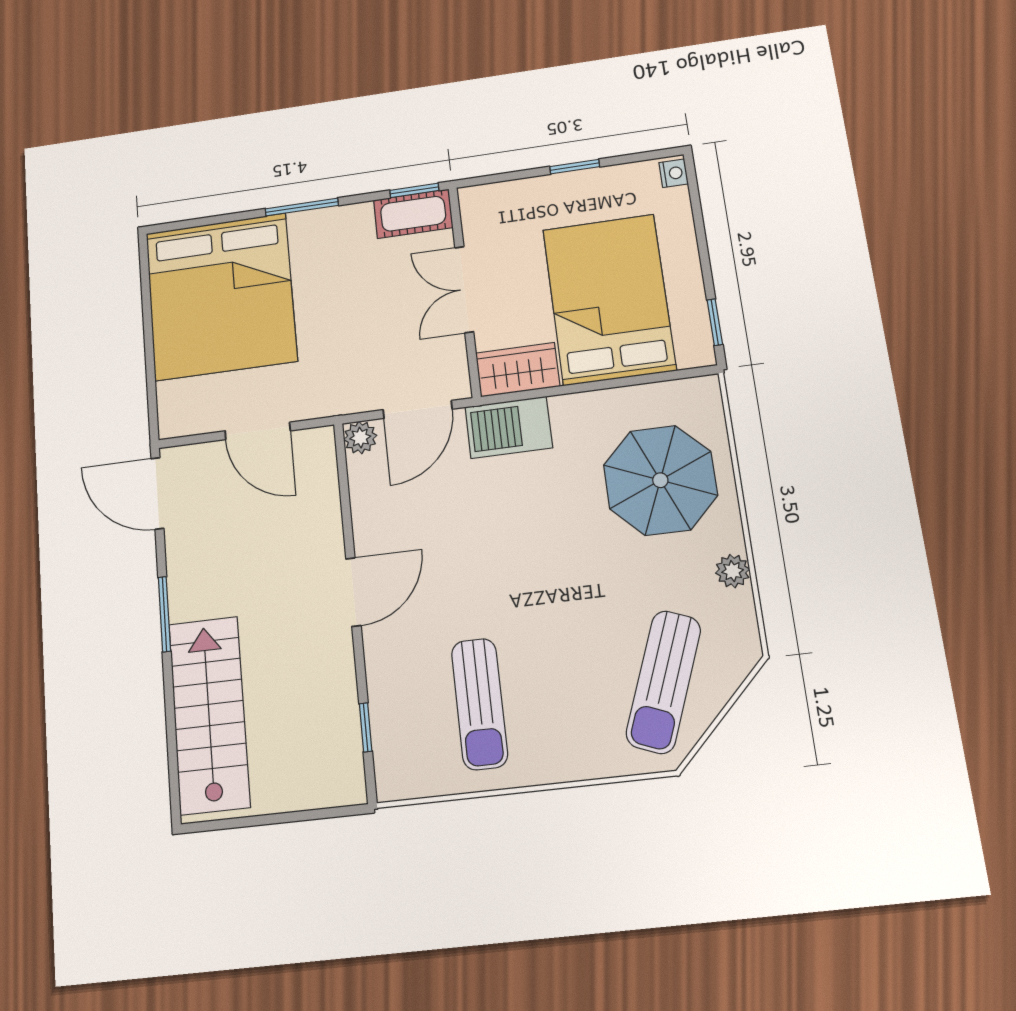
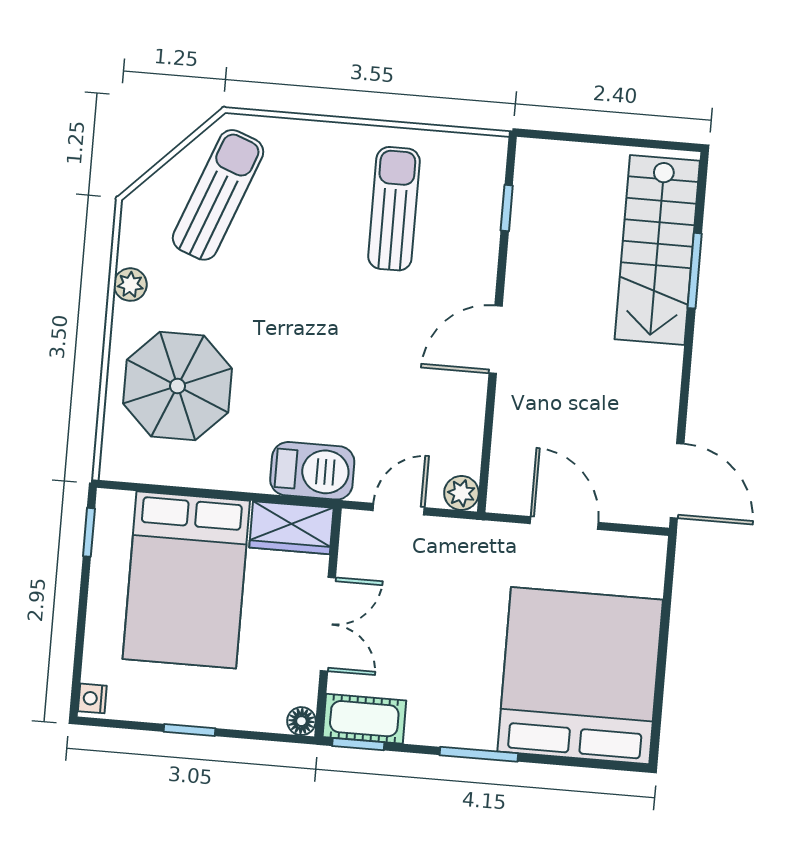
floor lamp: (471, 198) -> (301, 721), added
door: (418, 409) -> (399, 509), width x0.73
window: (164, 614) -> (695, 271), moved

